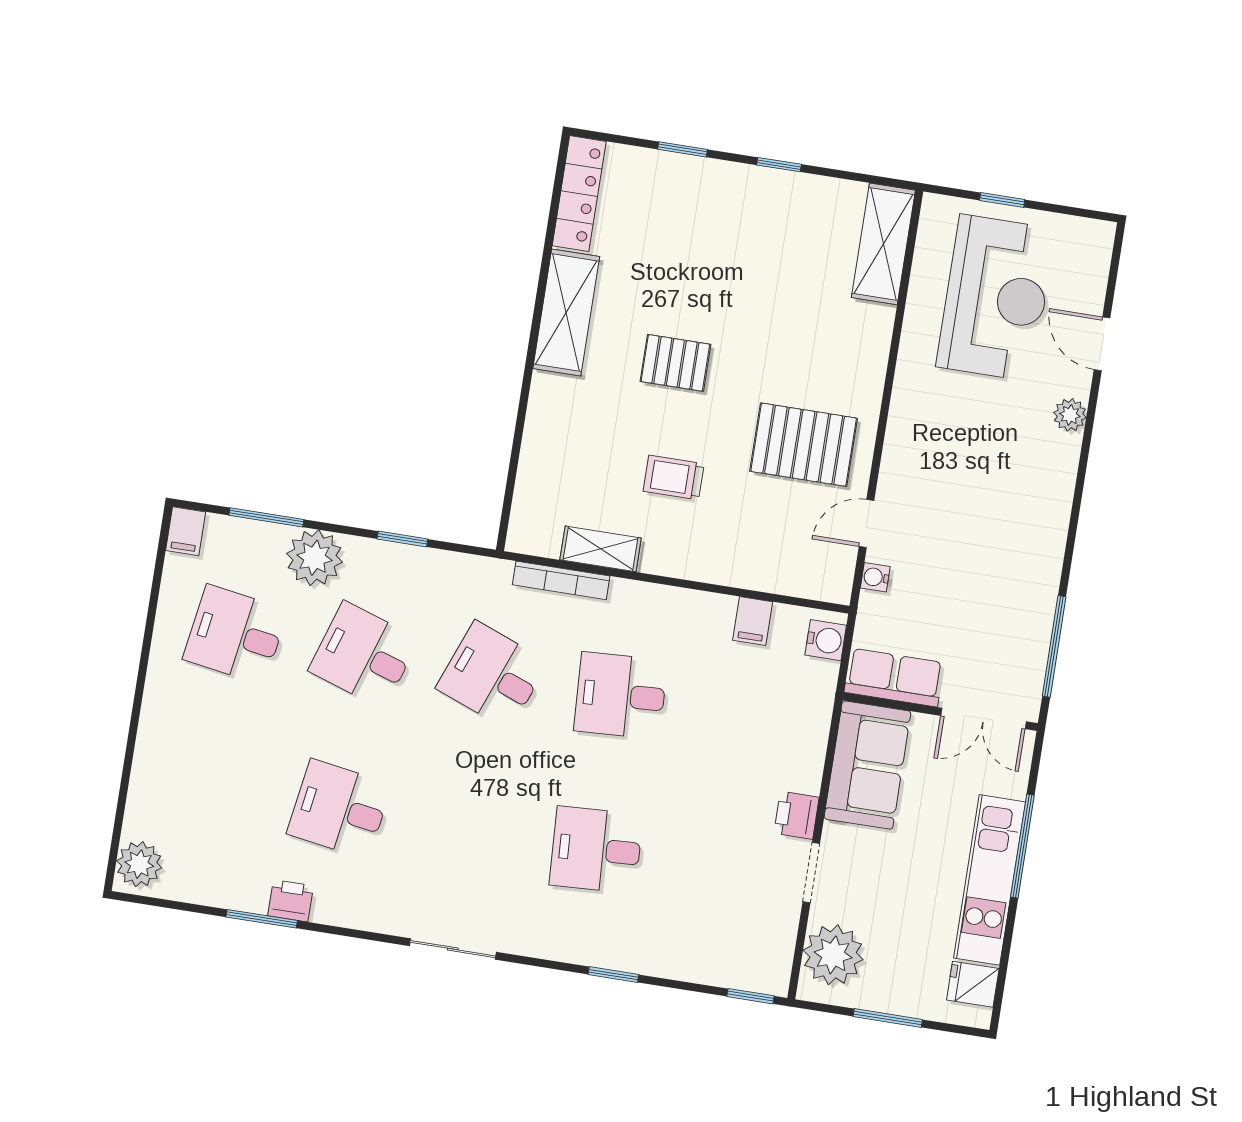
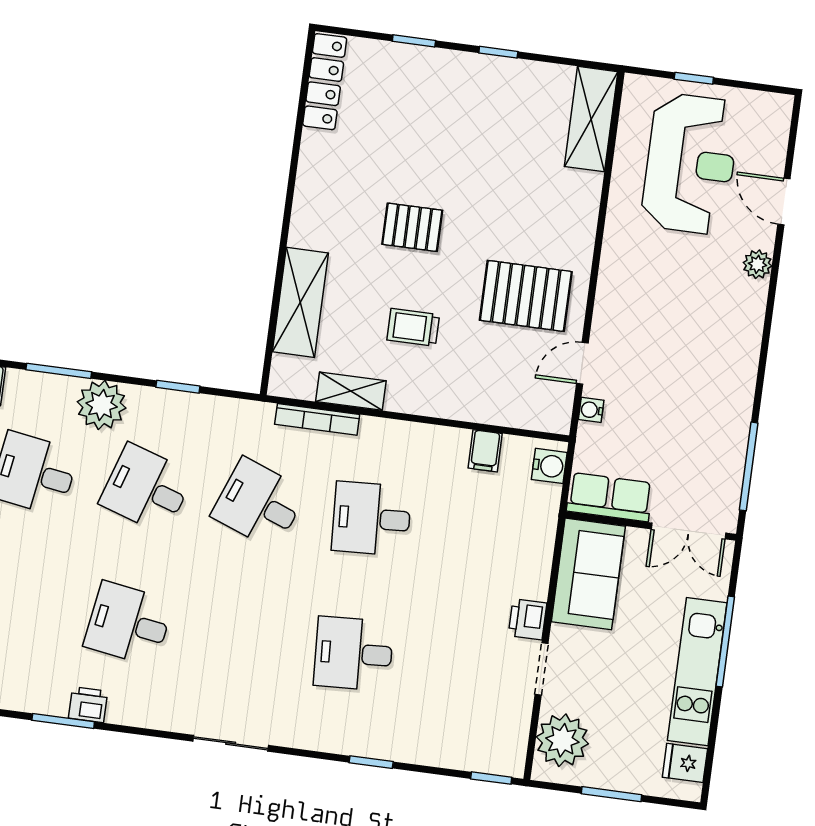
shelving: (566, 313) -> (300, 302), moved

